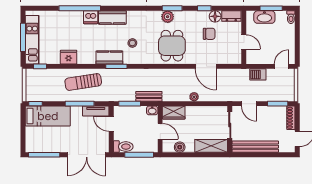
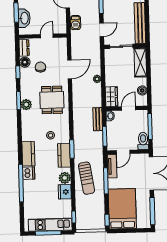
dining table: (172, 46) -> (52, 100), turned 90
plant: (84, 58) -> (65, 178), added
bed: (48, 116) -> (122, 209), width x1.50

